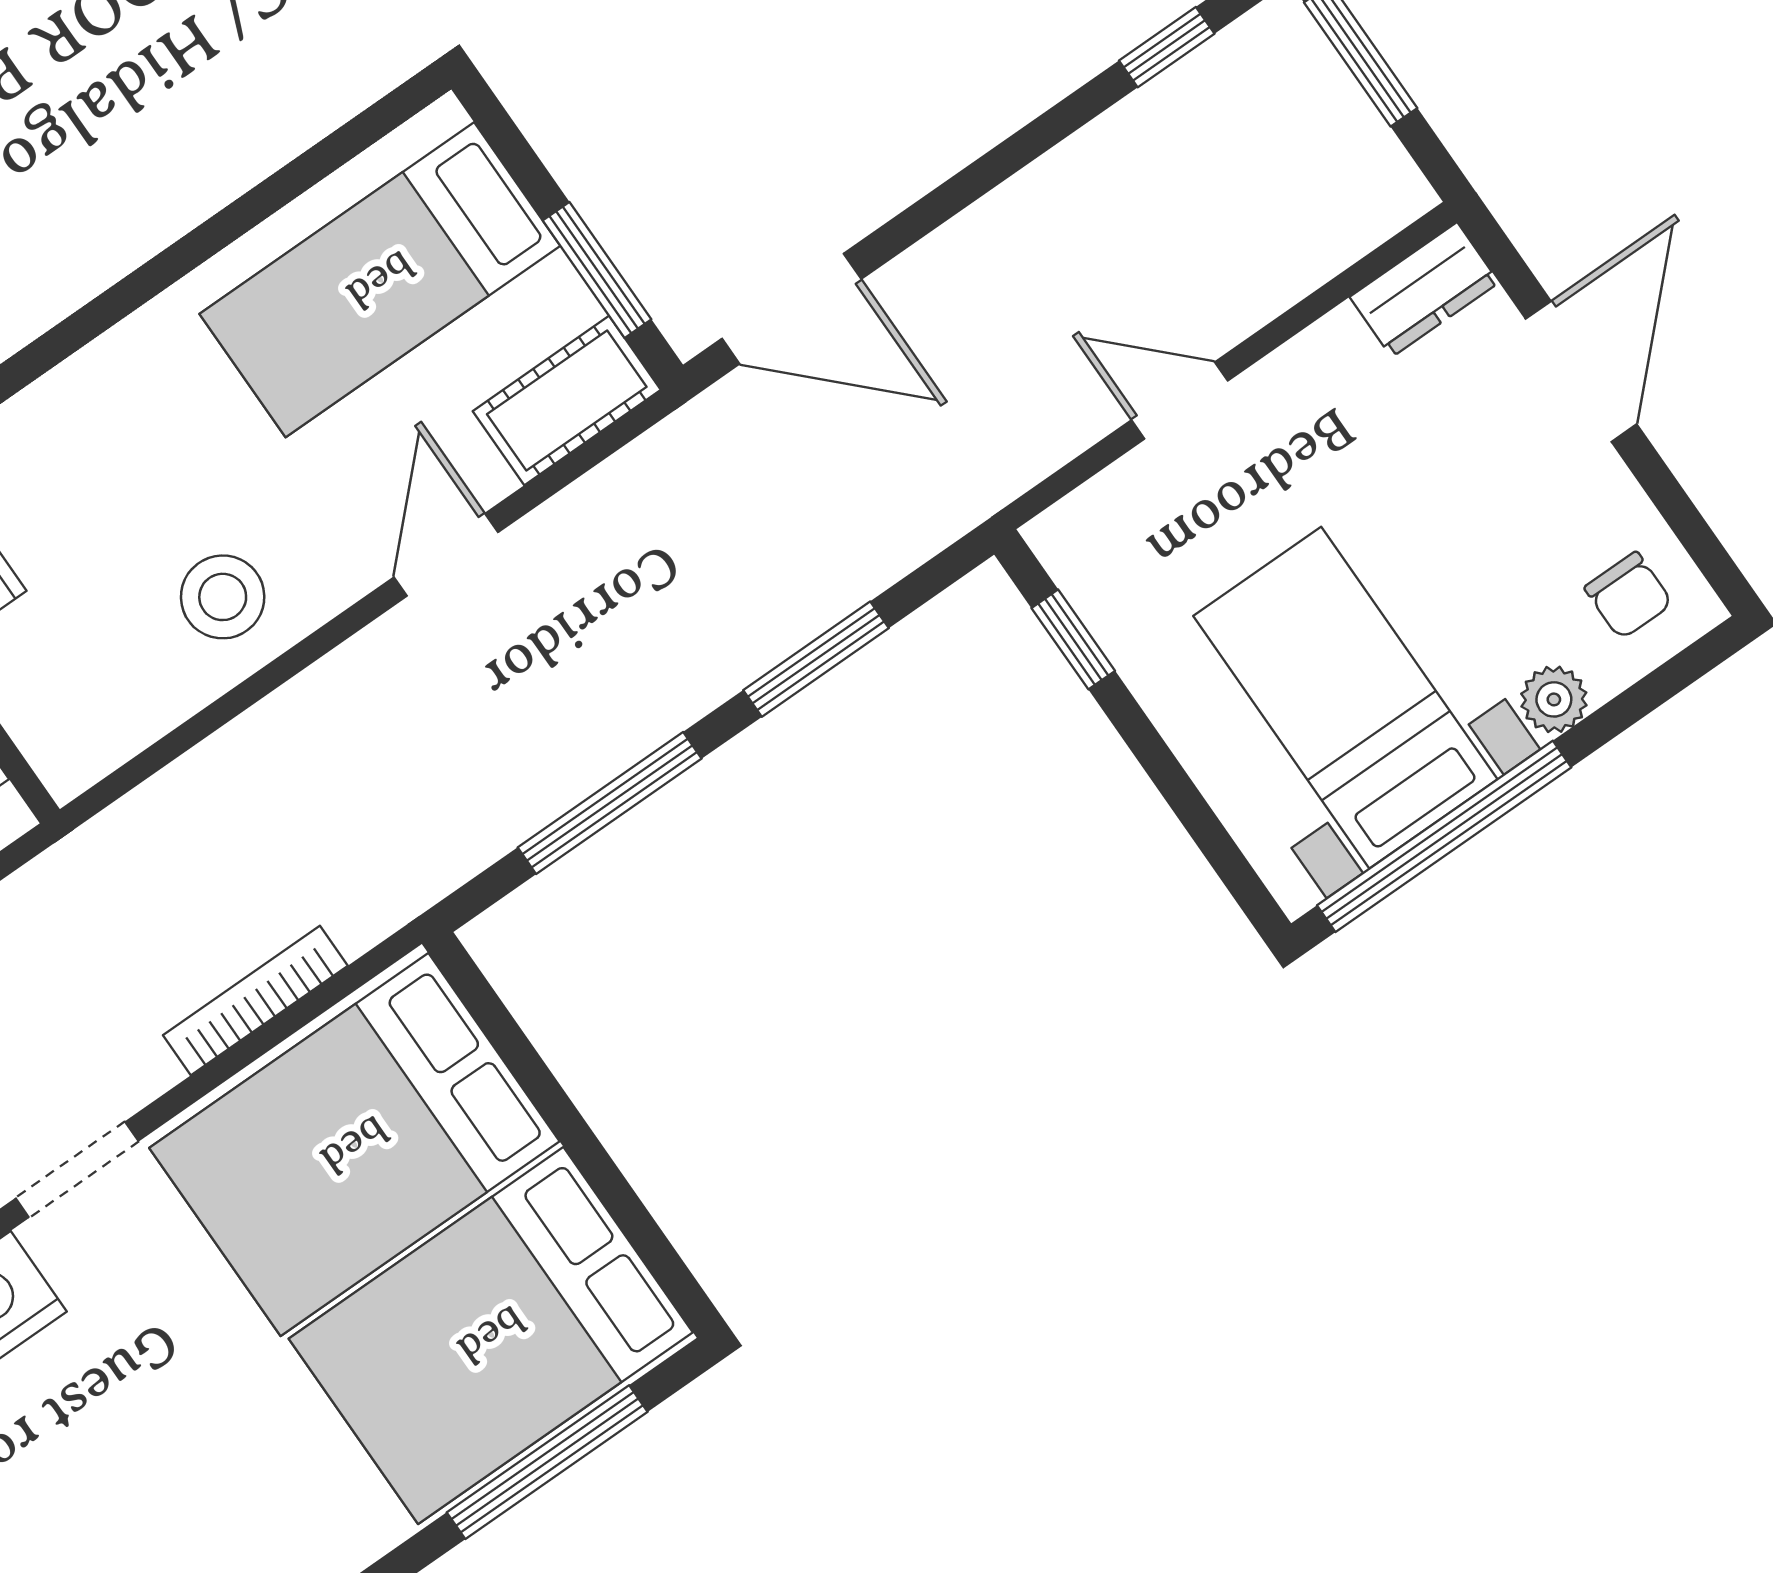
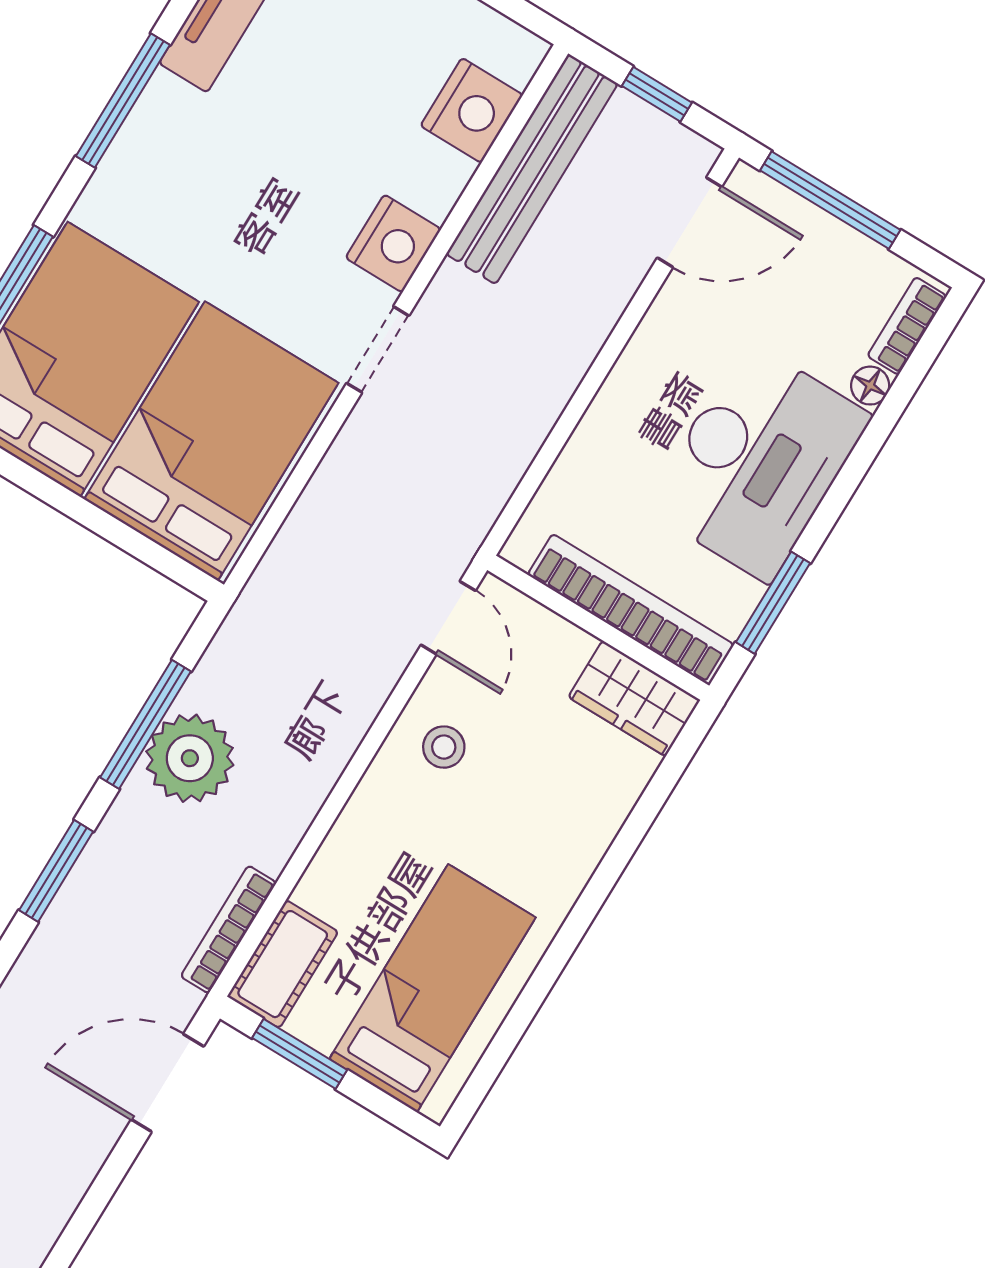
door: (446, 555) -> (448, 618), moved
stool: (223, 597) -> (444, 747), width x0.73, depth x0.73
plant: (570, 732) -> (190, 758), added
bookcase: (255, 1000) -> (228, 929), moved, turned 180

